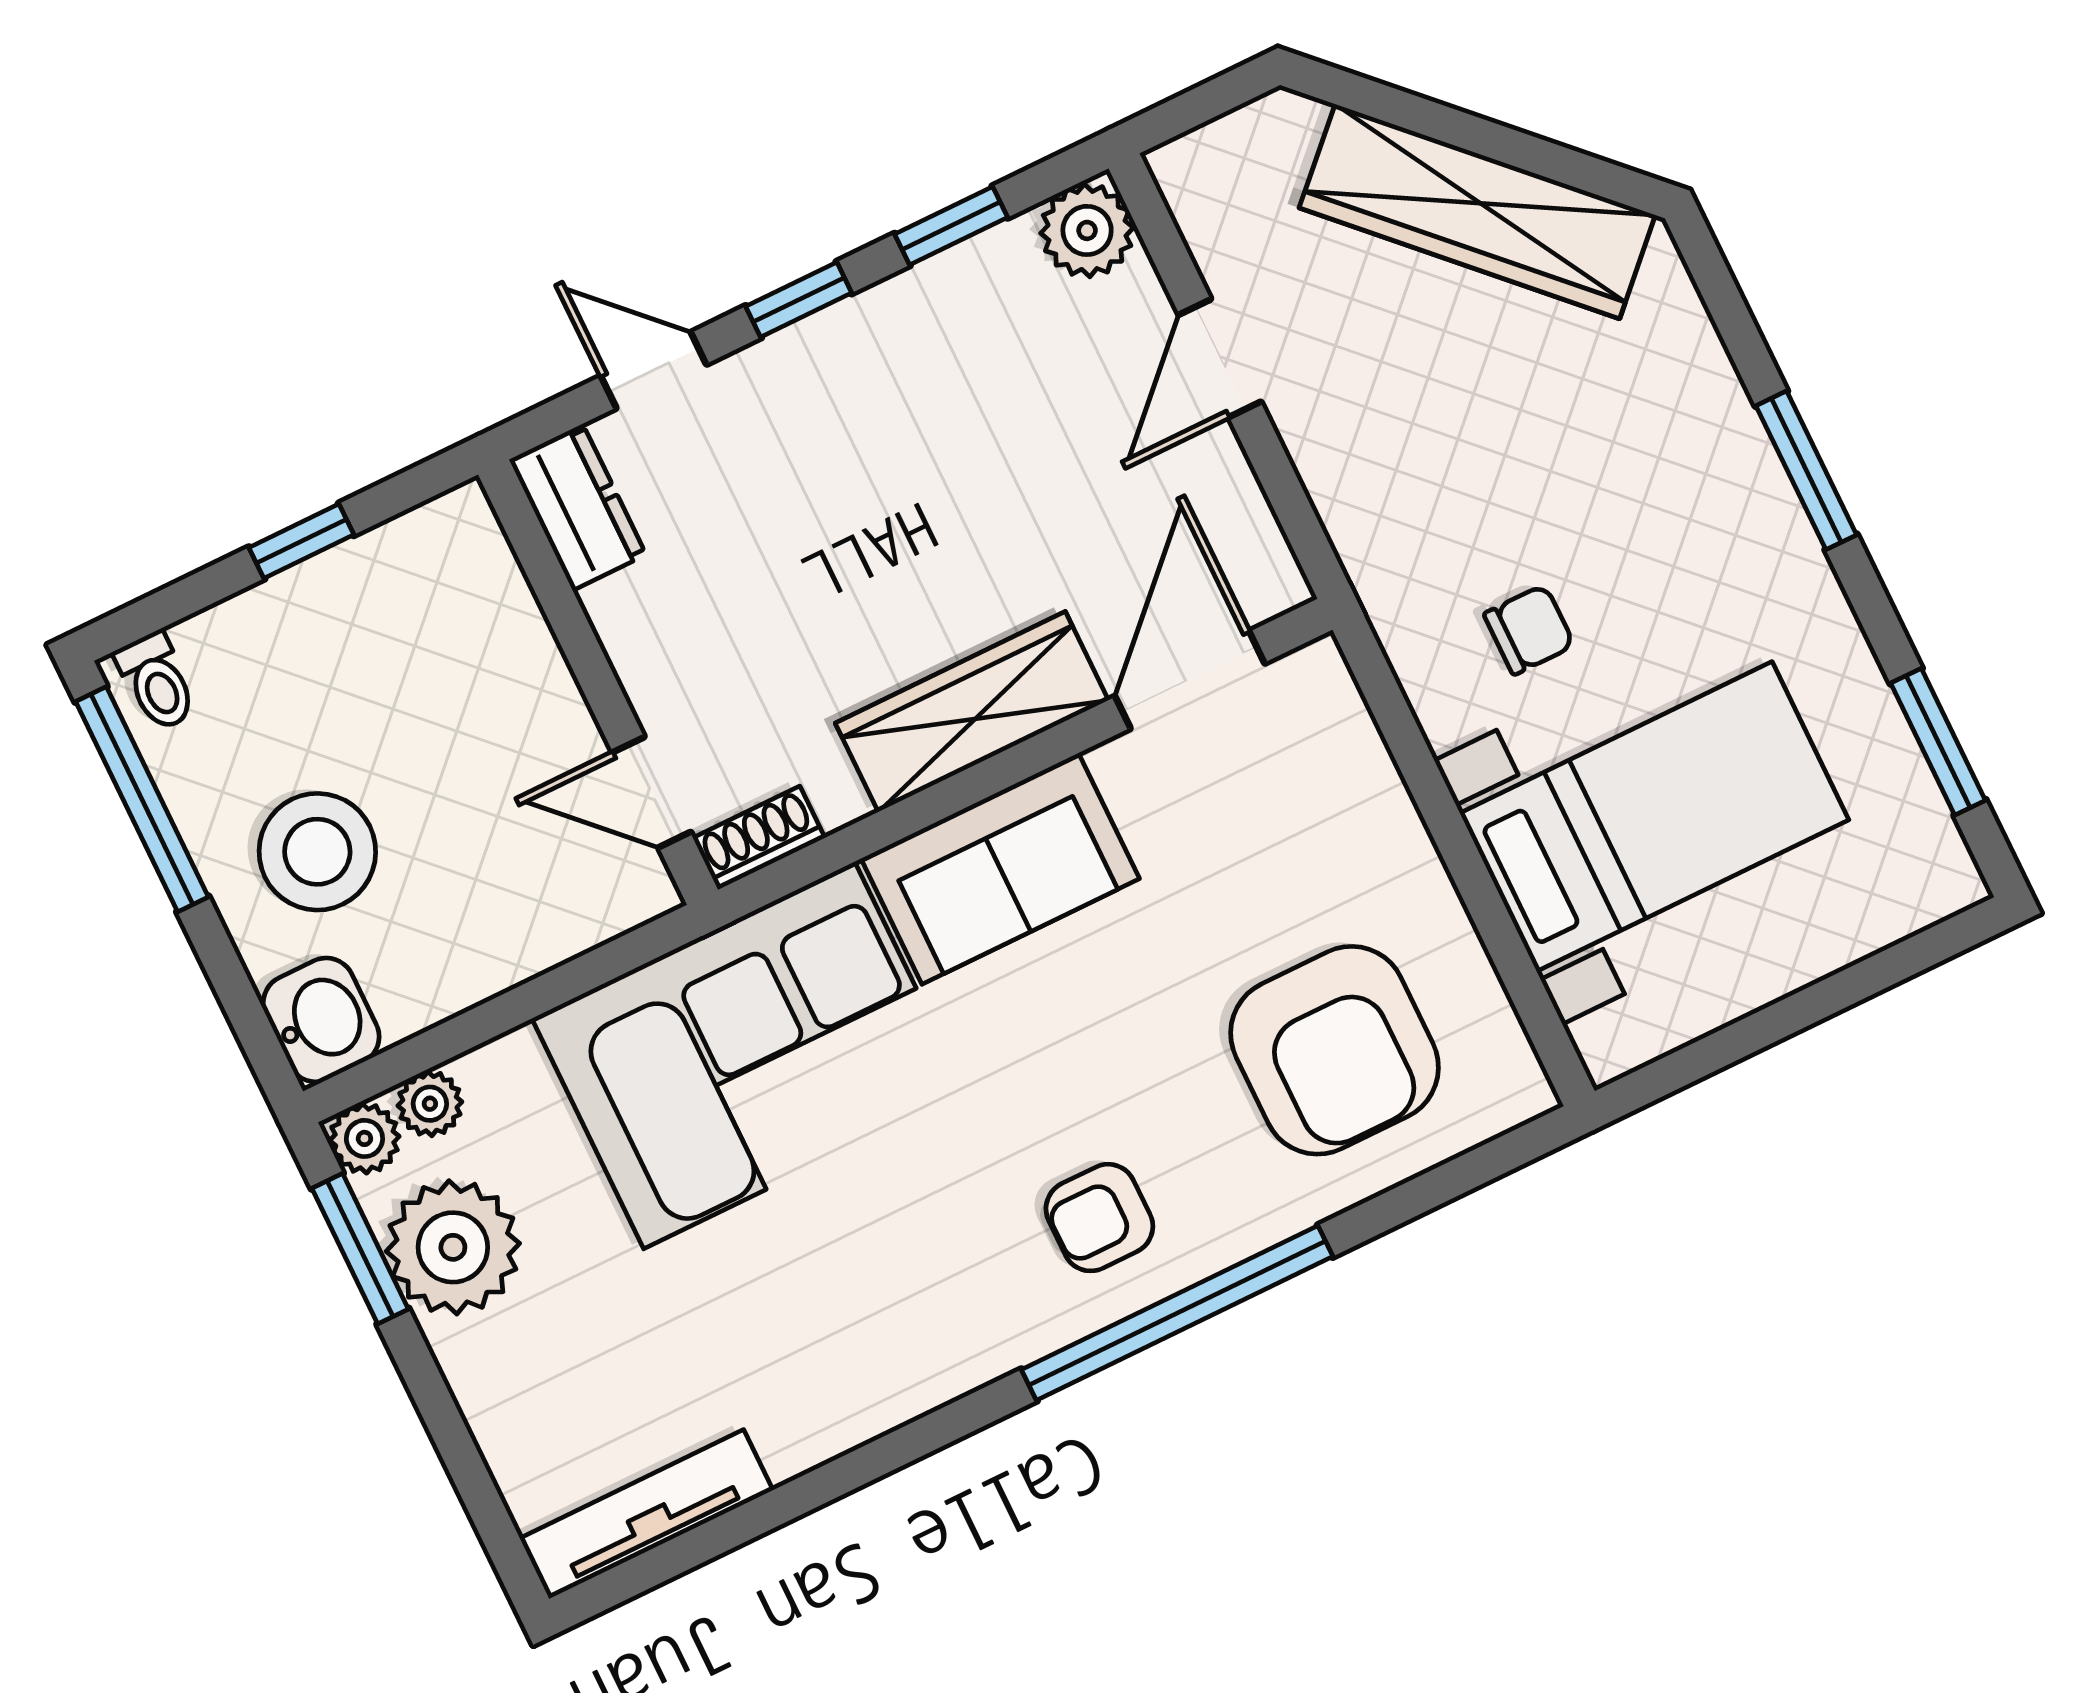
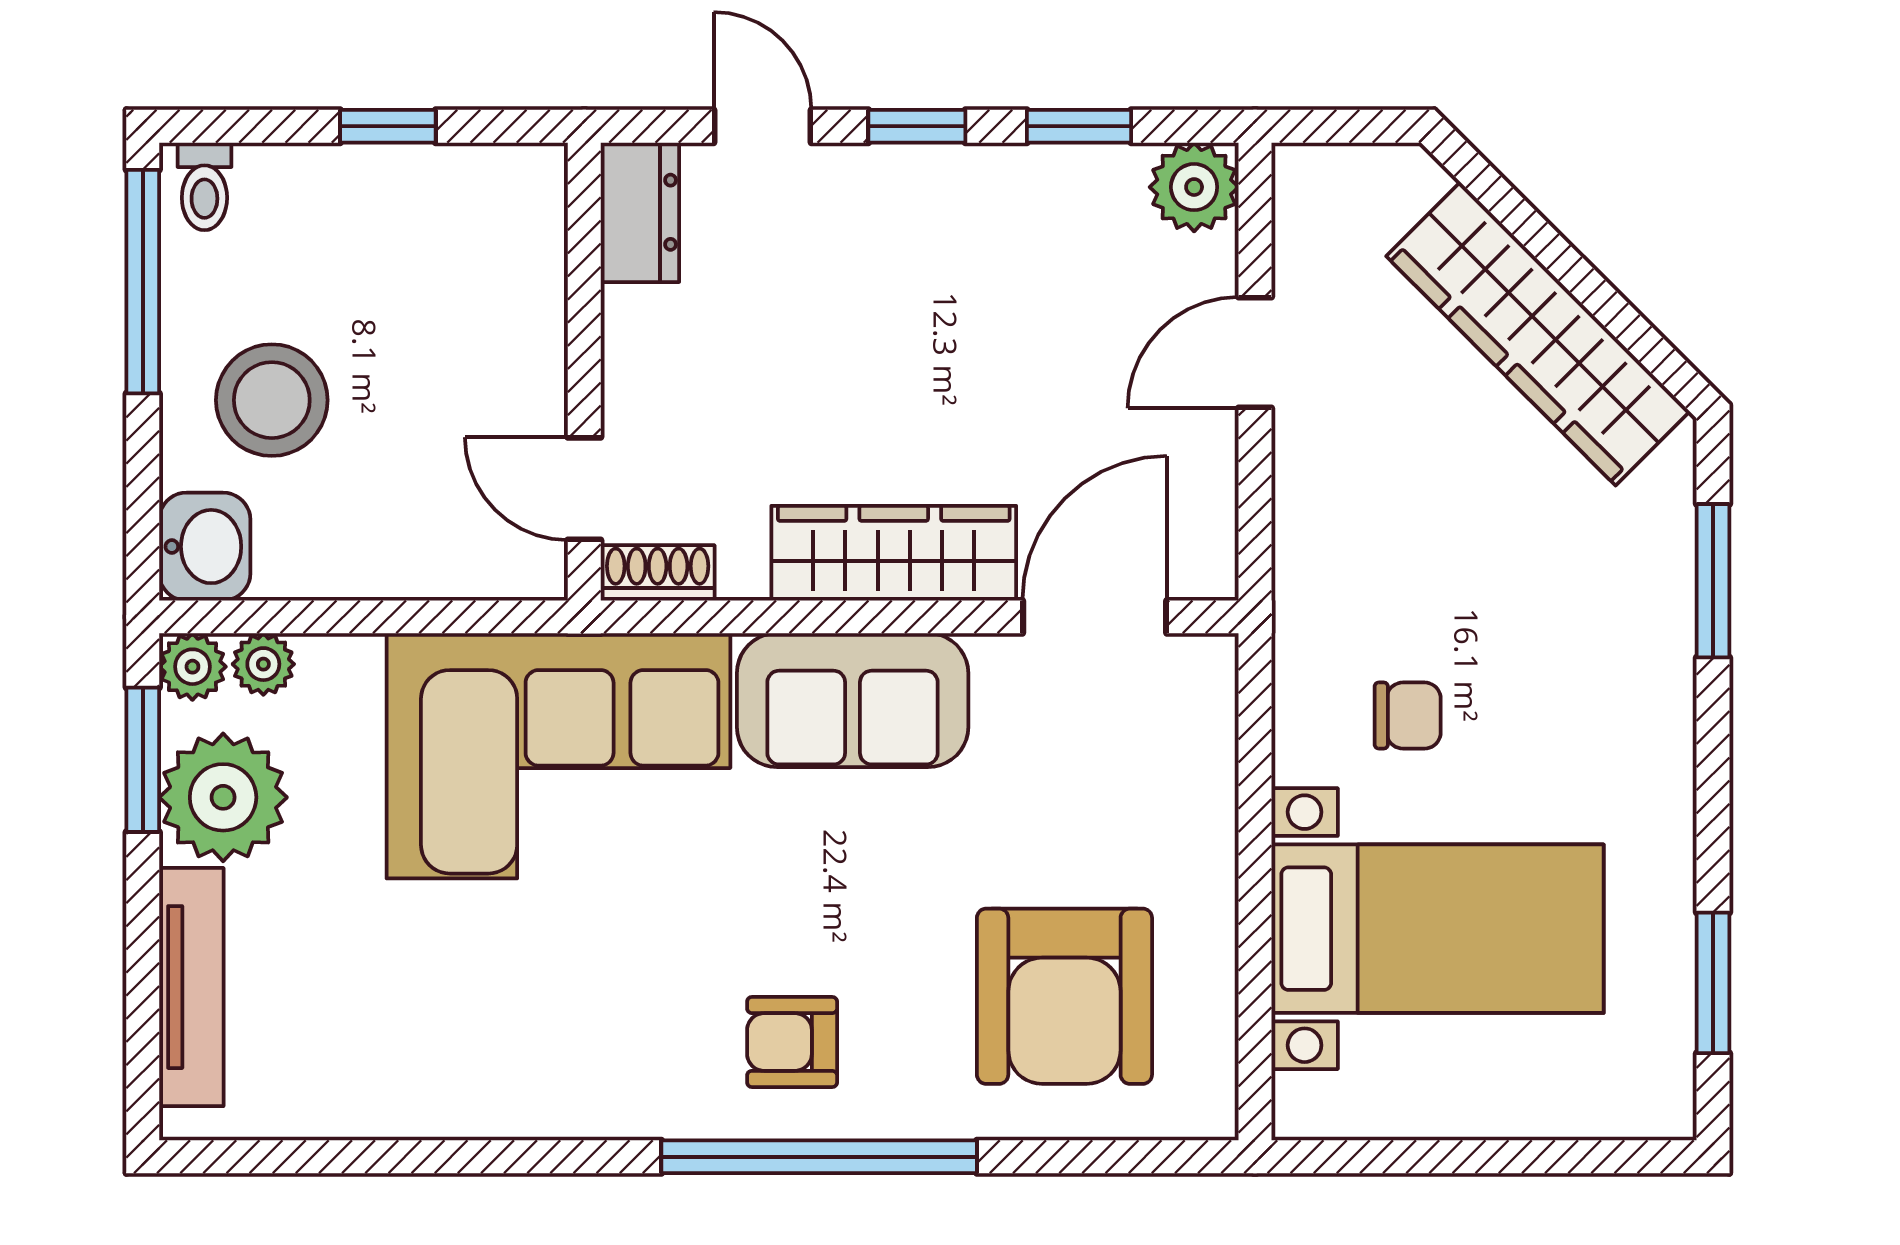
window: (1806, 470) -> (1713, 581), moved
tv unit: (646, 1514) -> (191, 987), moved, turned 90

